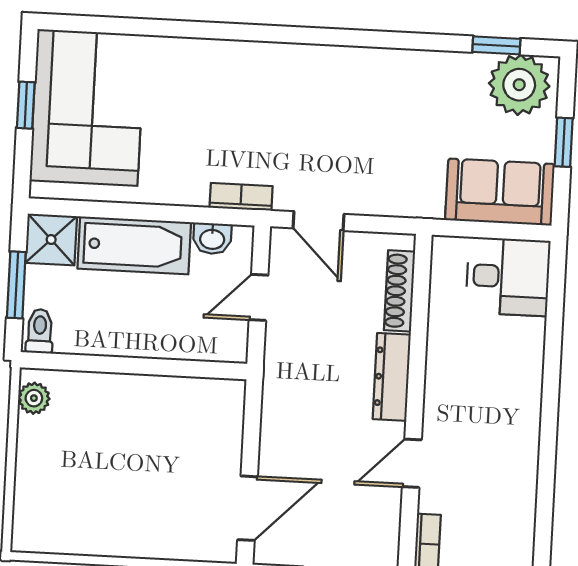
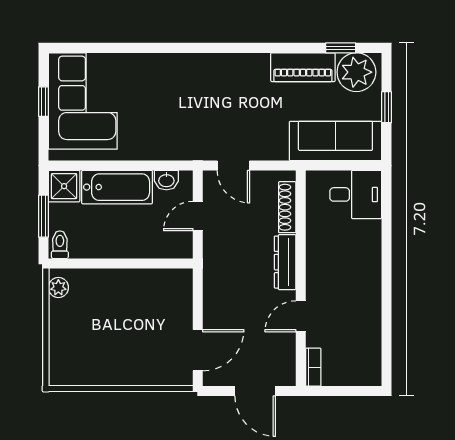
piano: (436, 72) -> (303, 67), added
sofa: (500, 192) -> (335, 141), width x1.36
bookcase: (241, 197) -> (183, 153), removed

